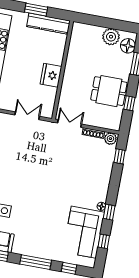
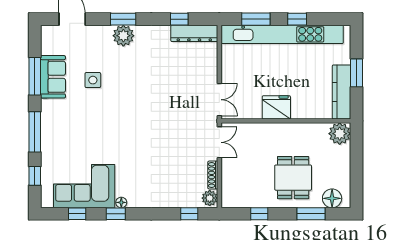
plant: (111, 37) -> (340, 134), moved
dining table: (109, 91) -> (293, 178), moved
double door: (27, 116) -> (219, 100), moved

